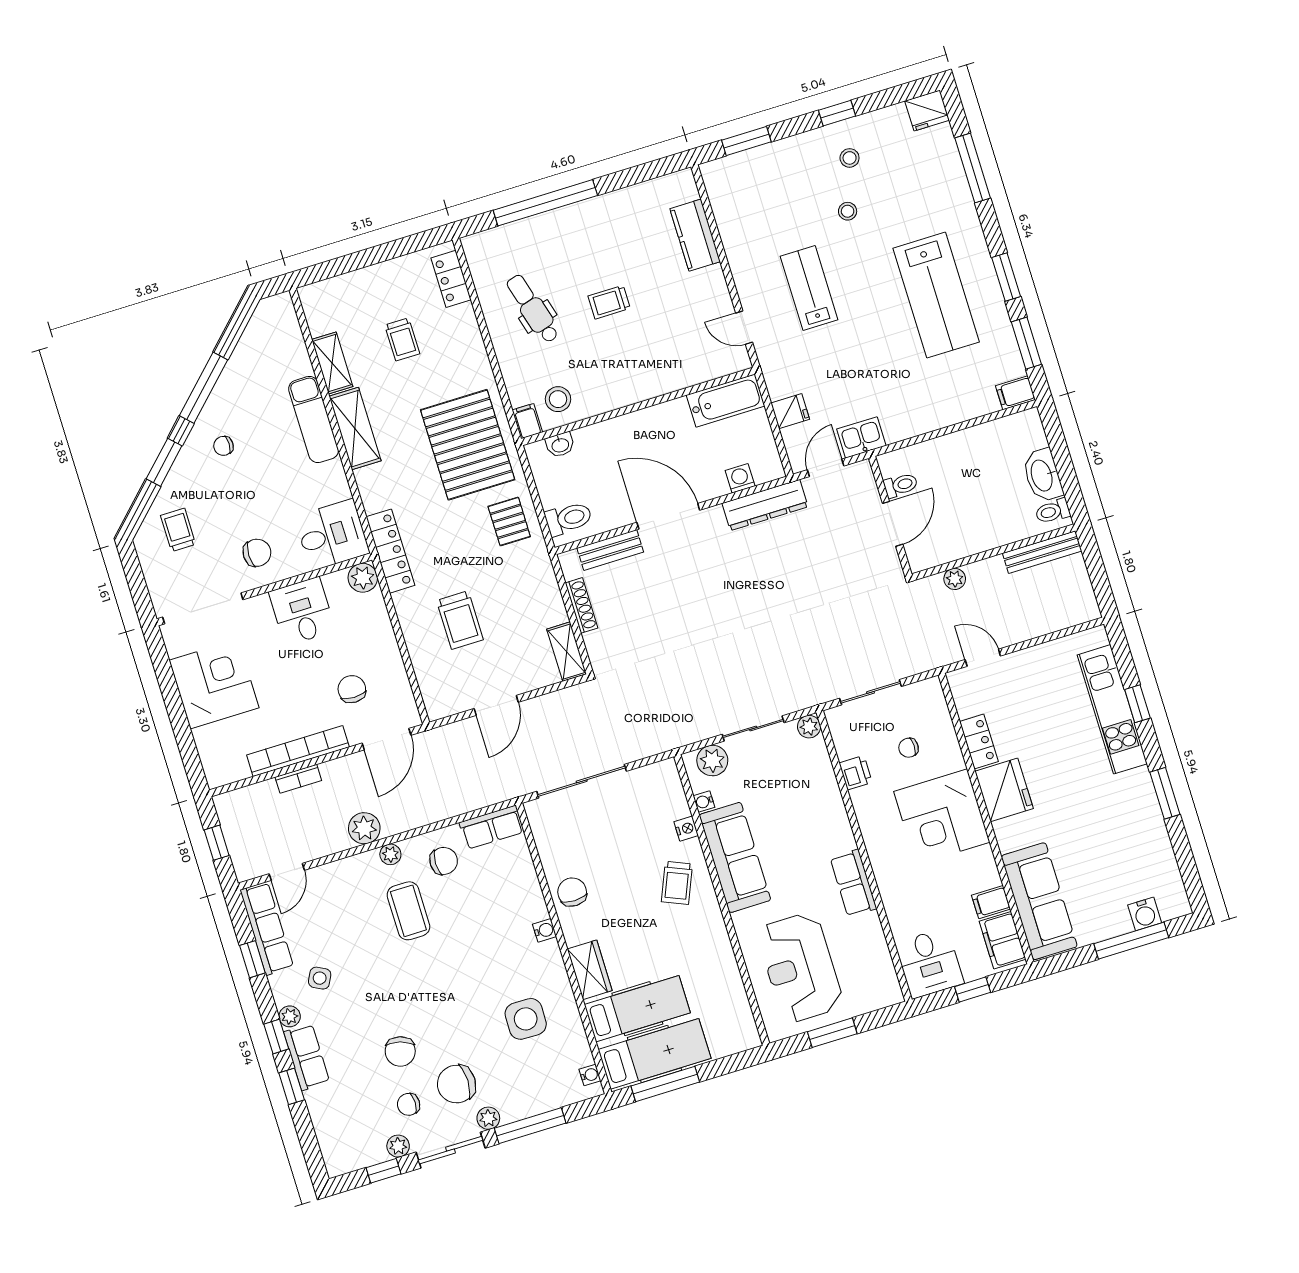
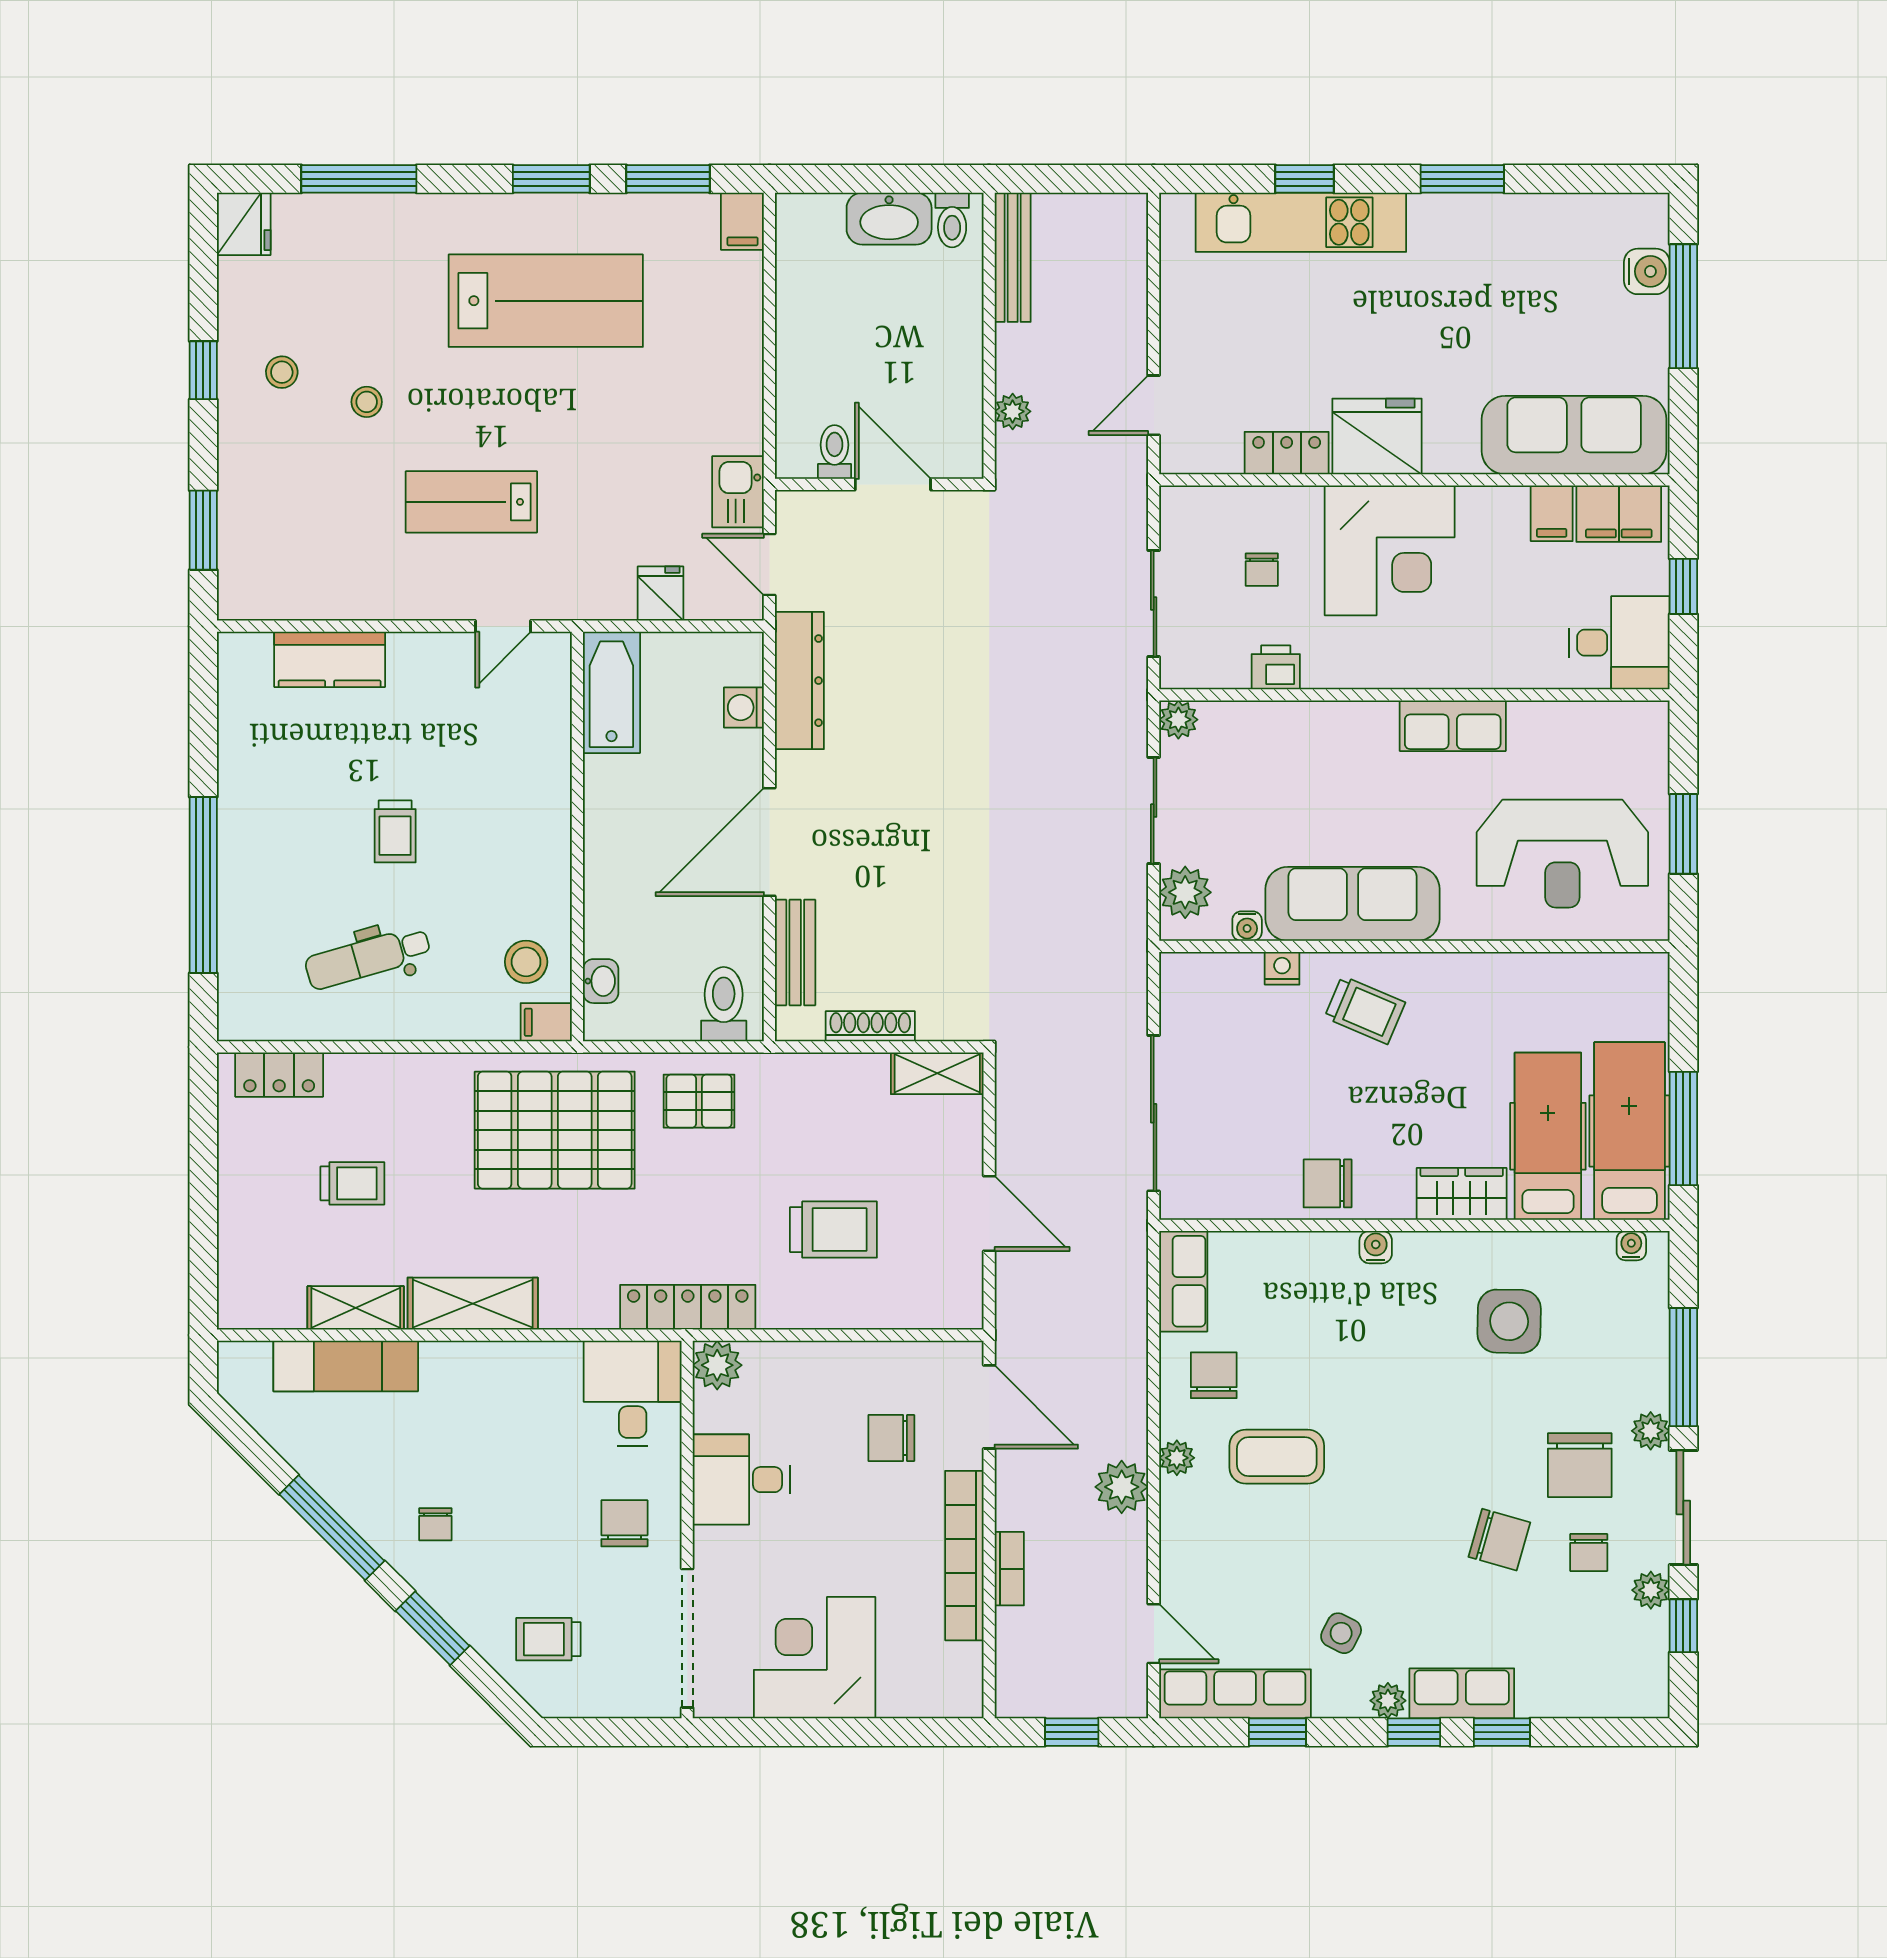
exam couch: (314, 420) -> (346, 1366), moved

